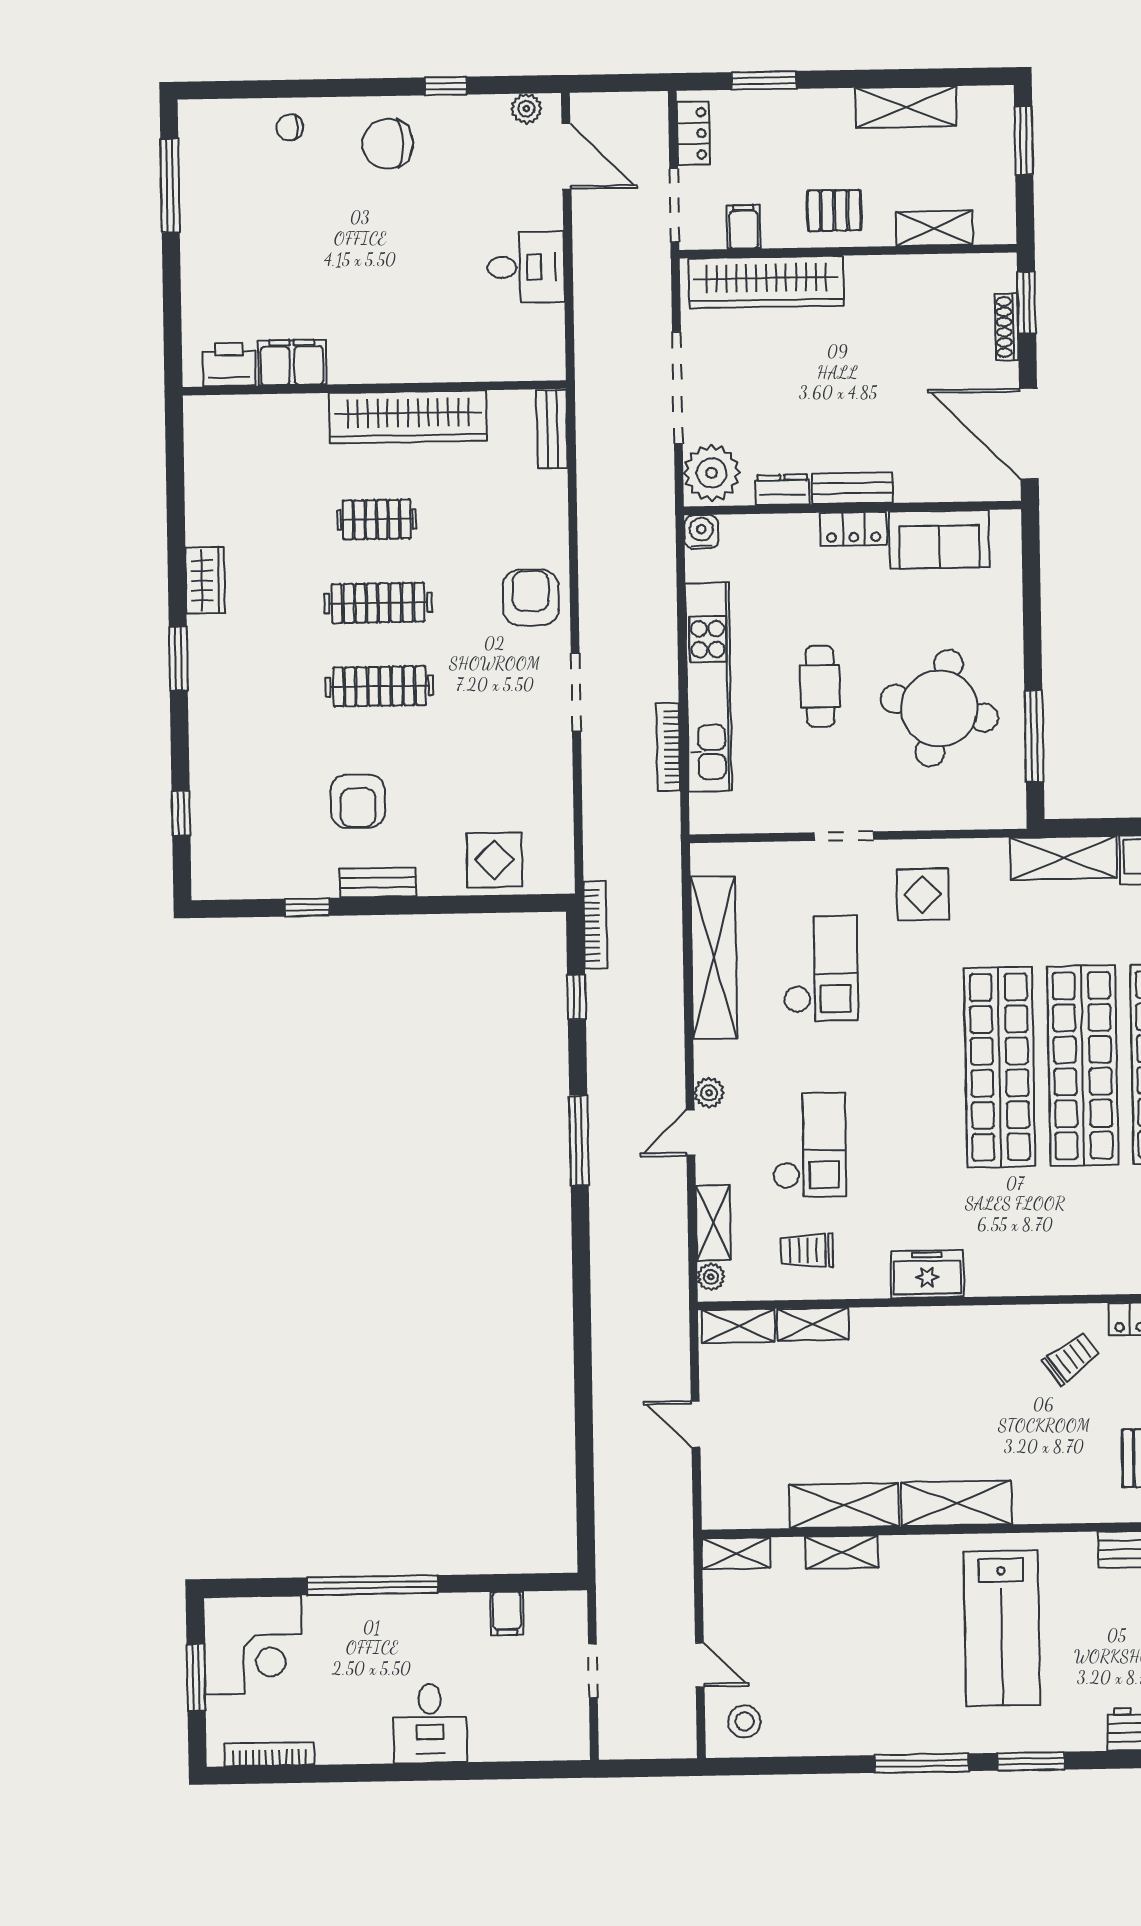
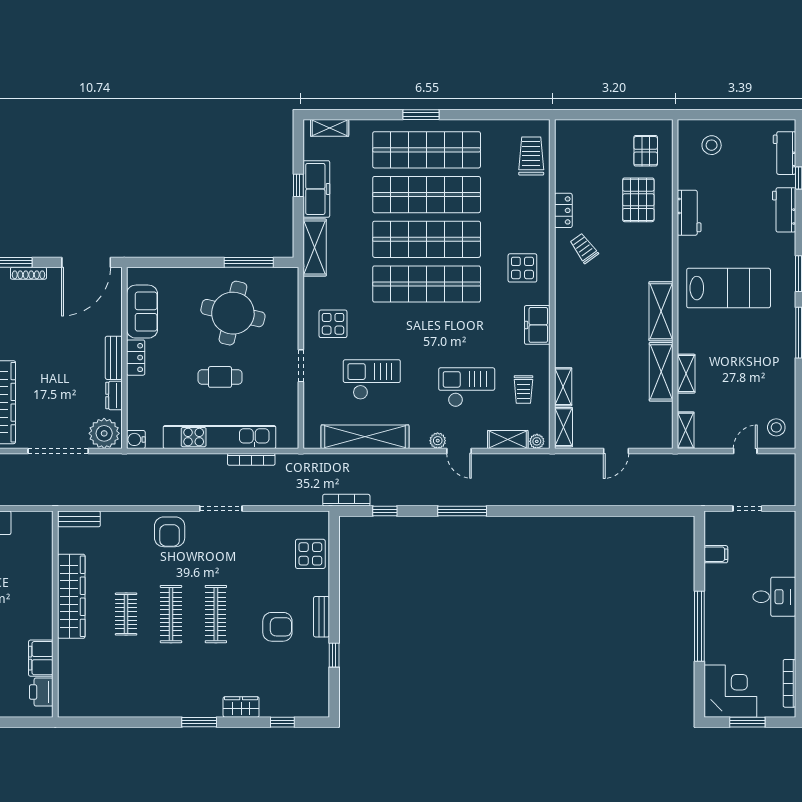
wardrobe: (205, 580) -> (241, 707), moved
armchair: (531, 598) -> (170, 532), turned -90
display table: (1033, 1245) -> (522, 268), added

